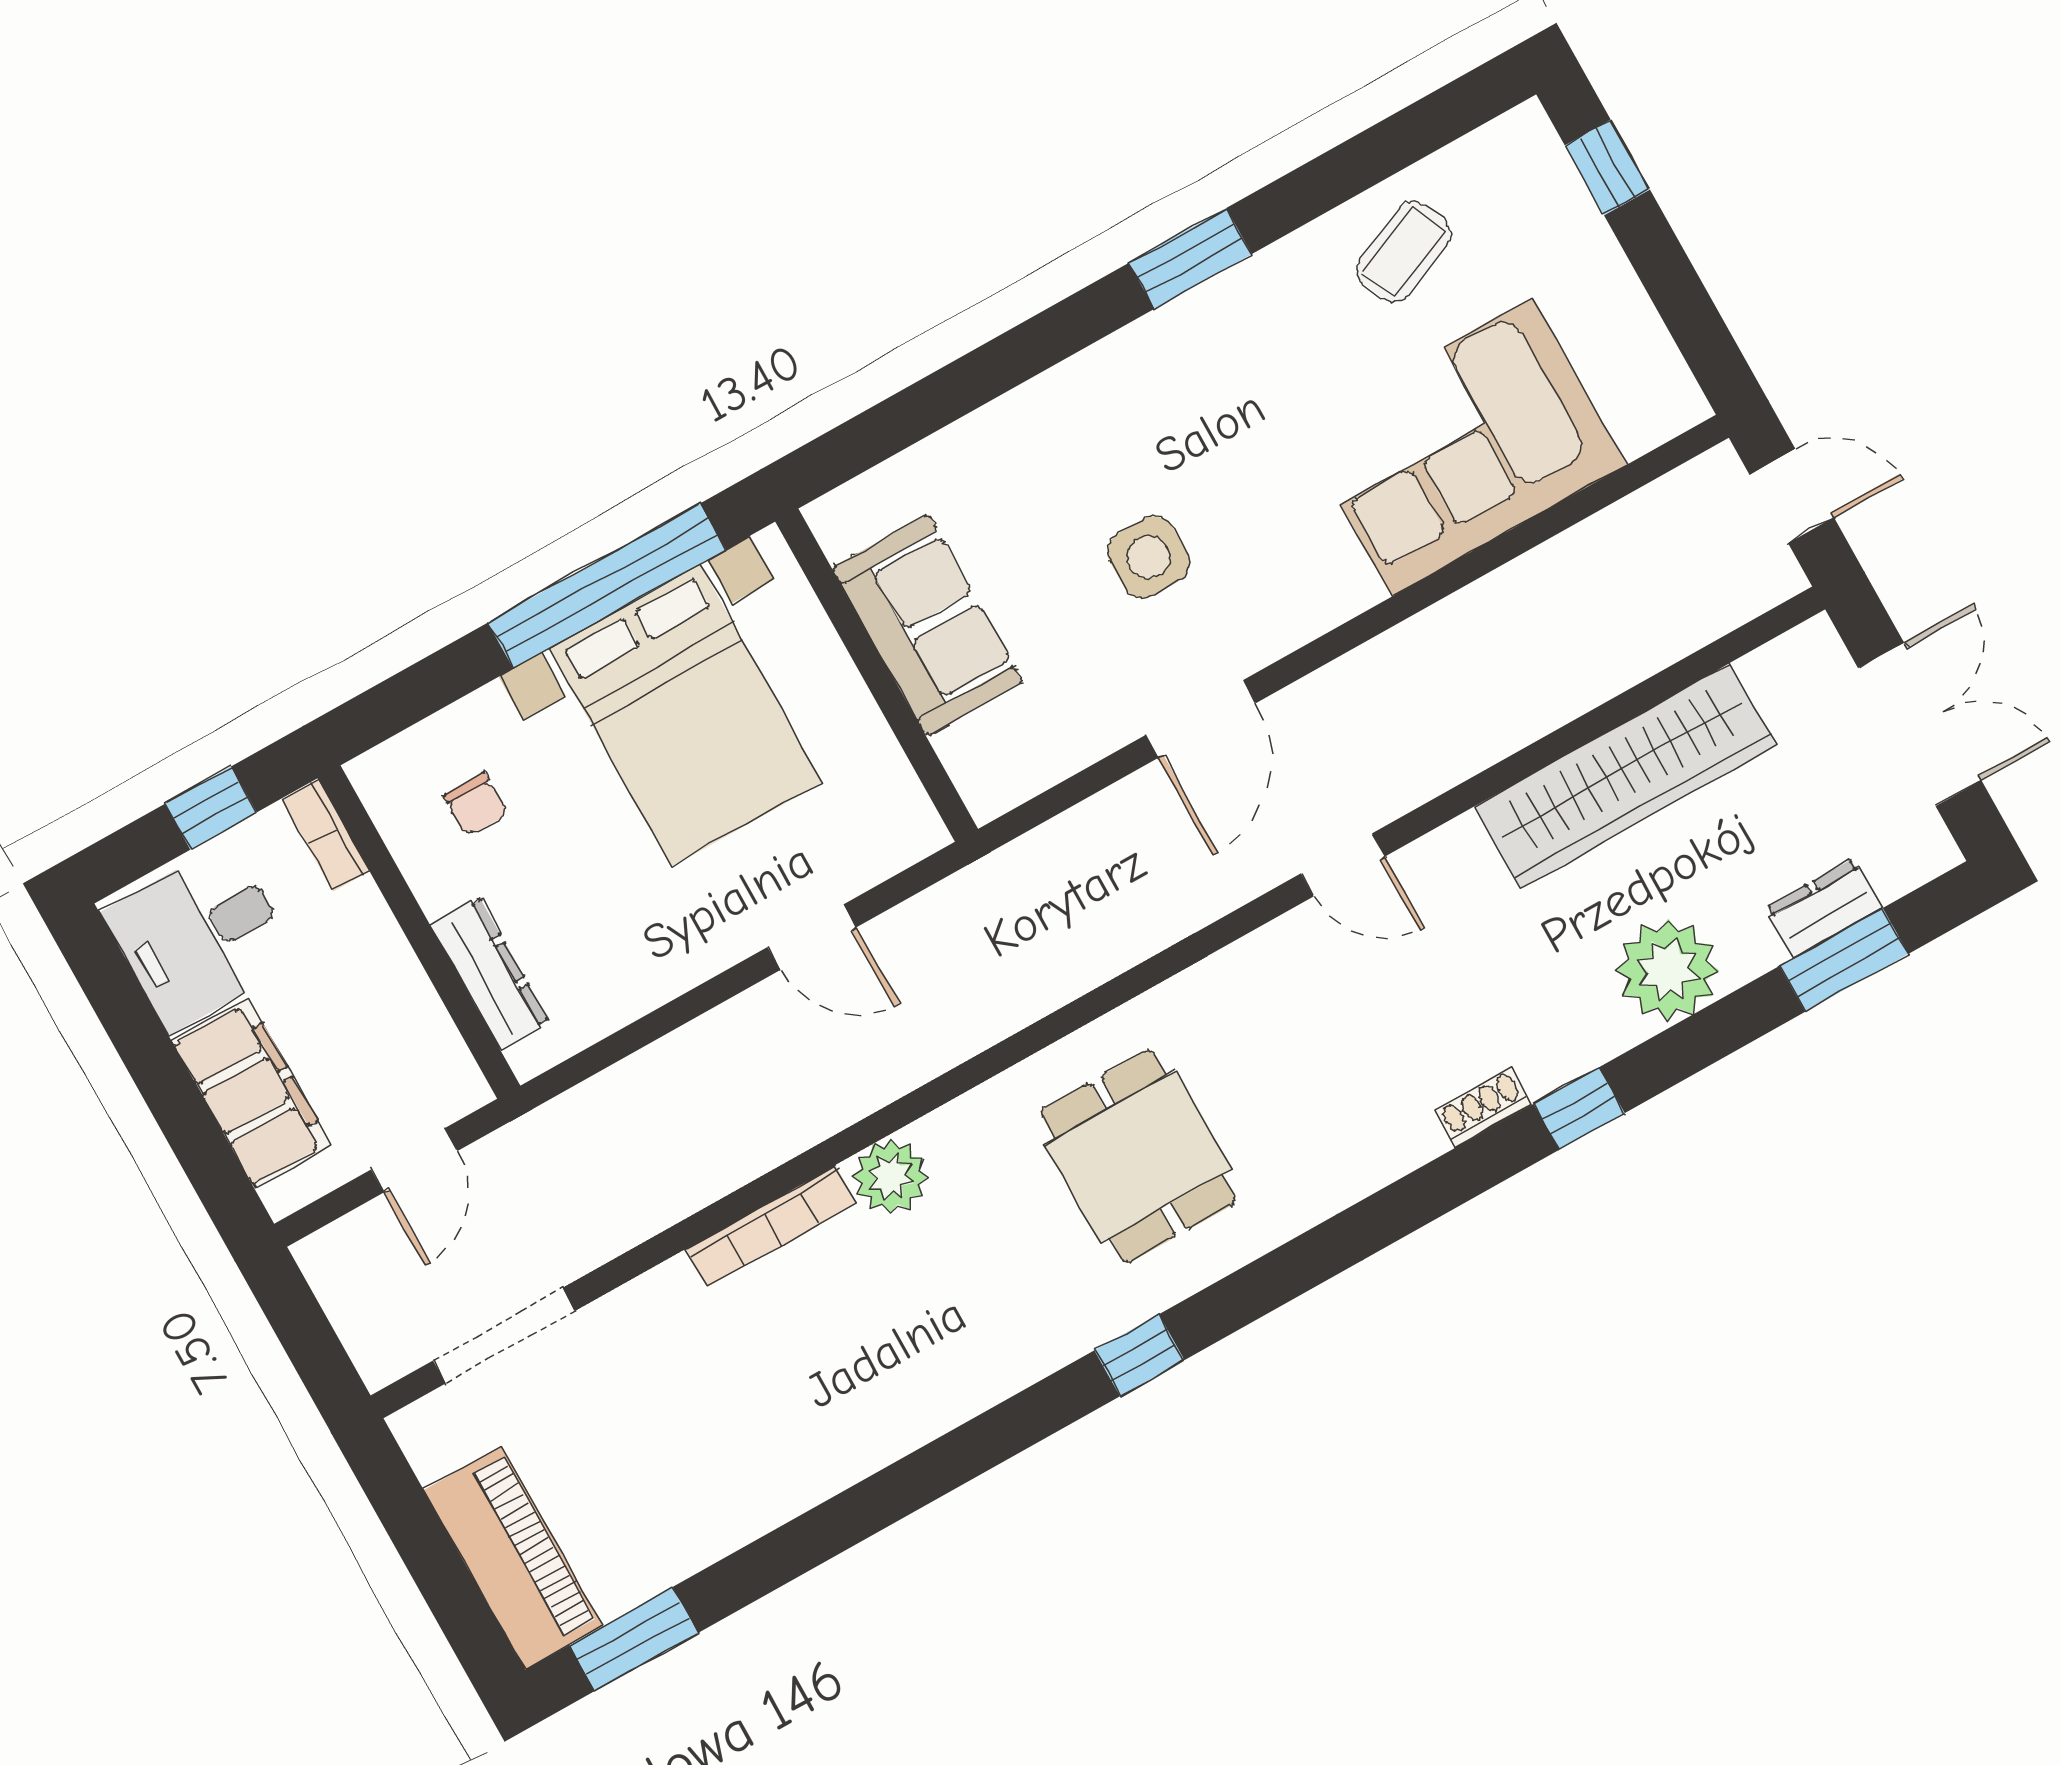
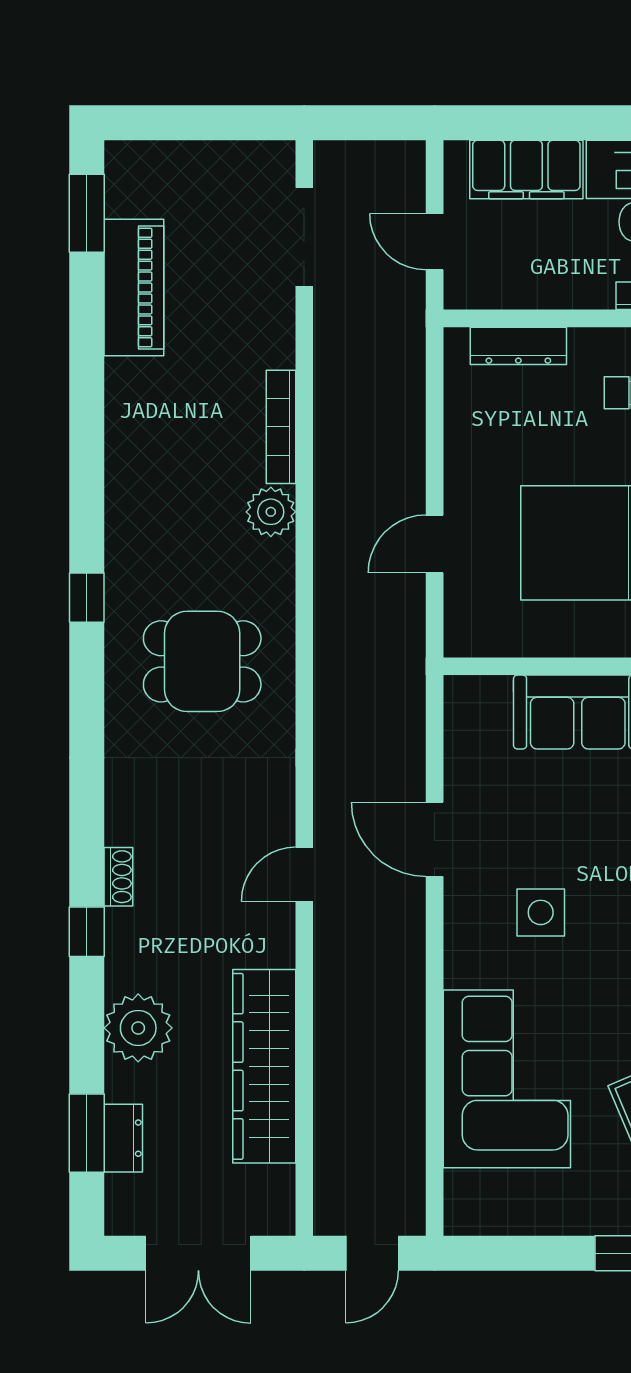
side table: (1148, 557) -> (541, 912), moved
piano: (513, 1558) -> (134, 288), moved, turned -90

